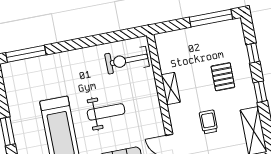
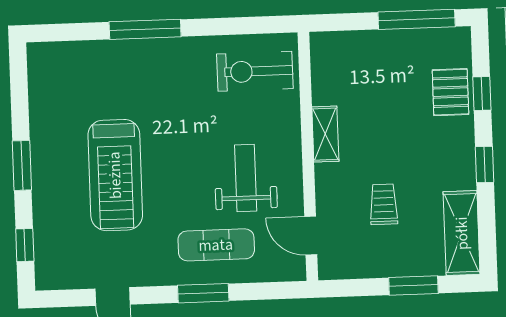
window: (26, 54) -> (145, 29), moved
pallet: (223, 77) -> (450, 92), moved
weight bench: (106, 112) -> (246, 178), moved, turned -90

